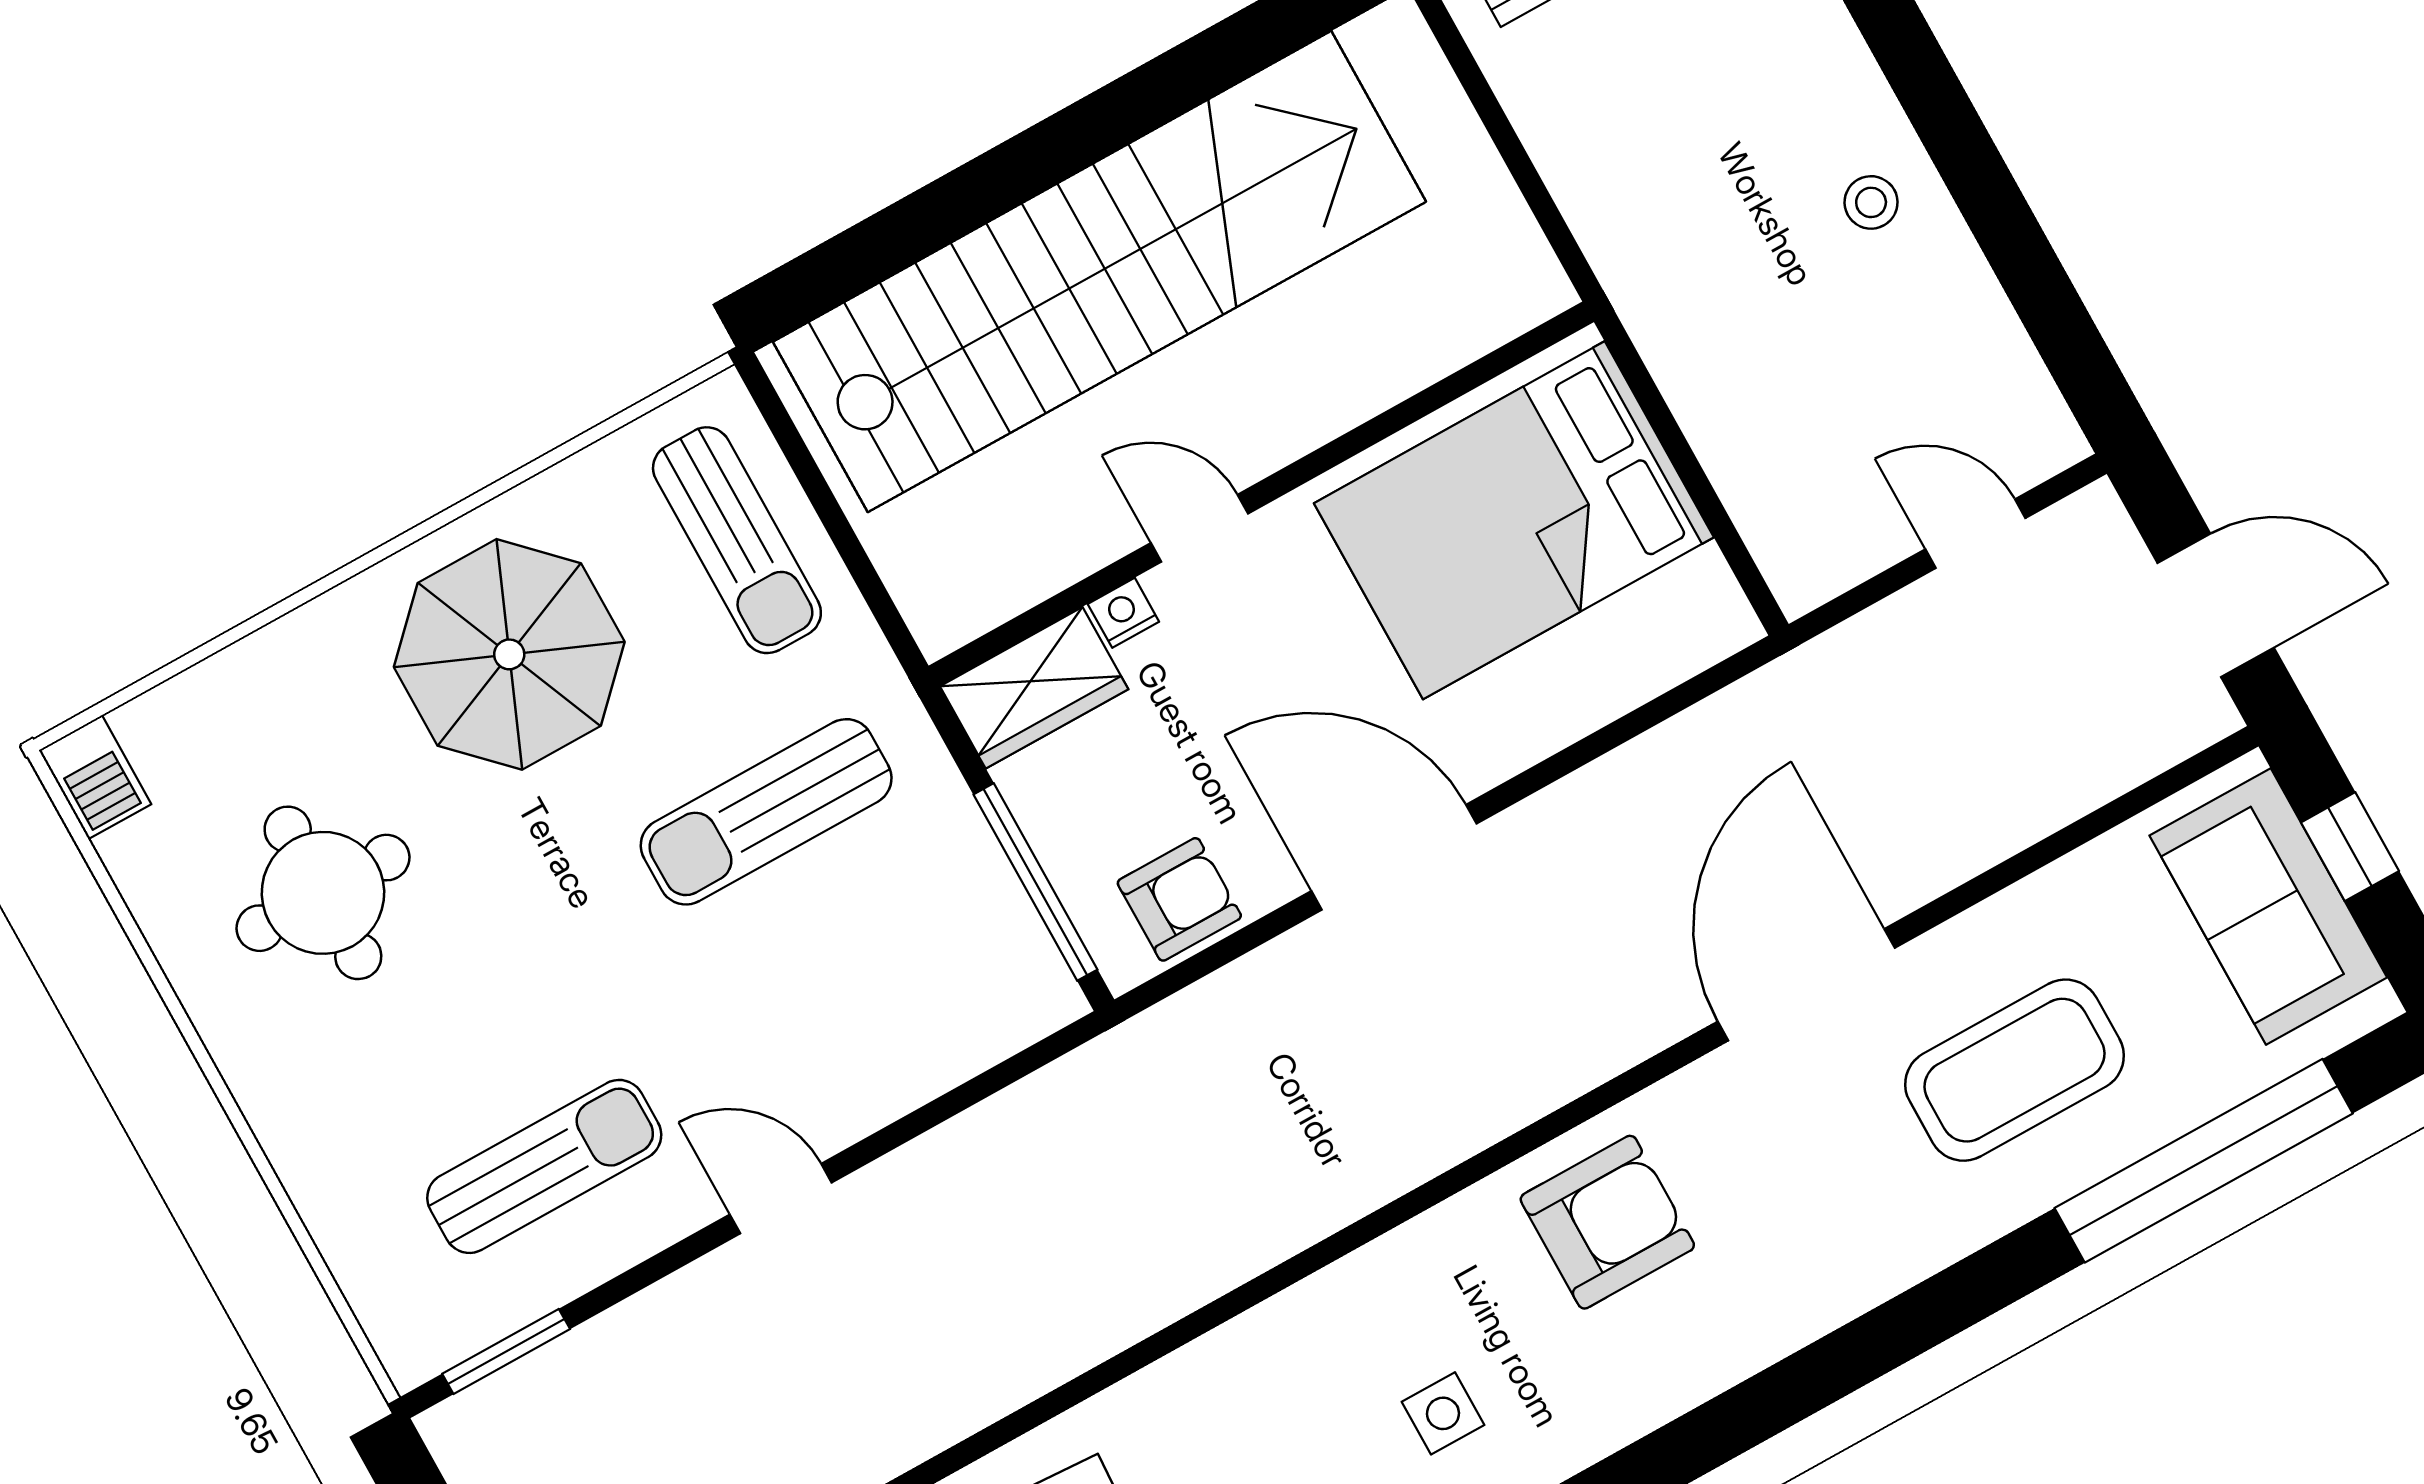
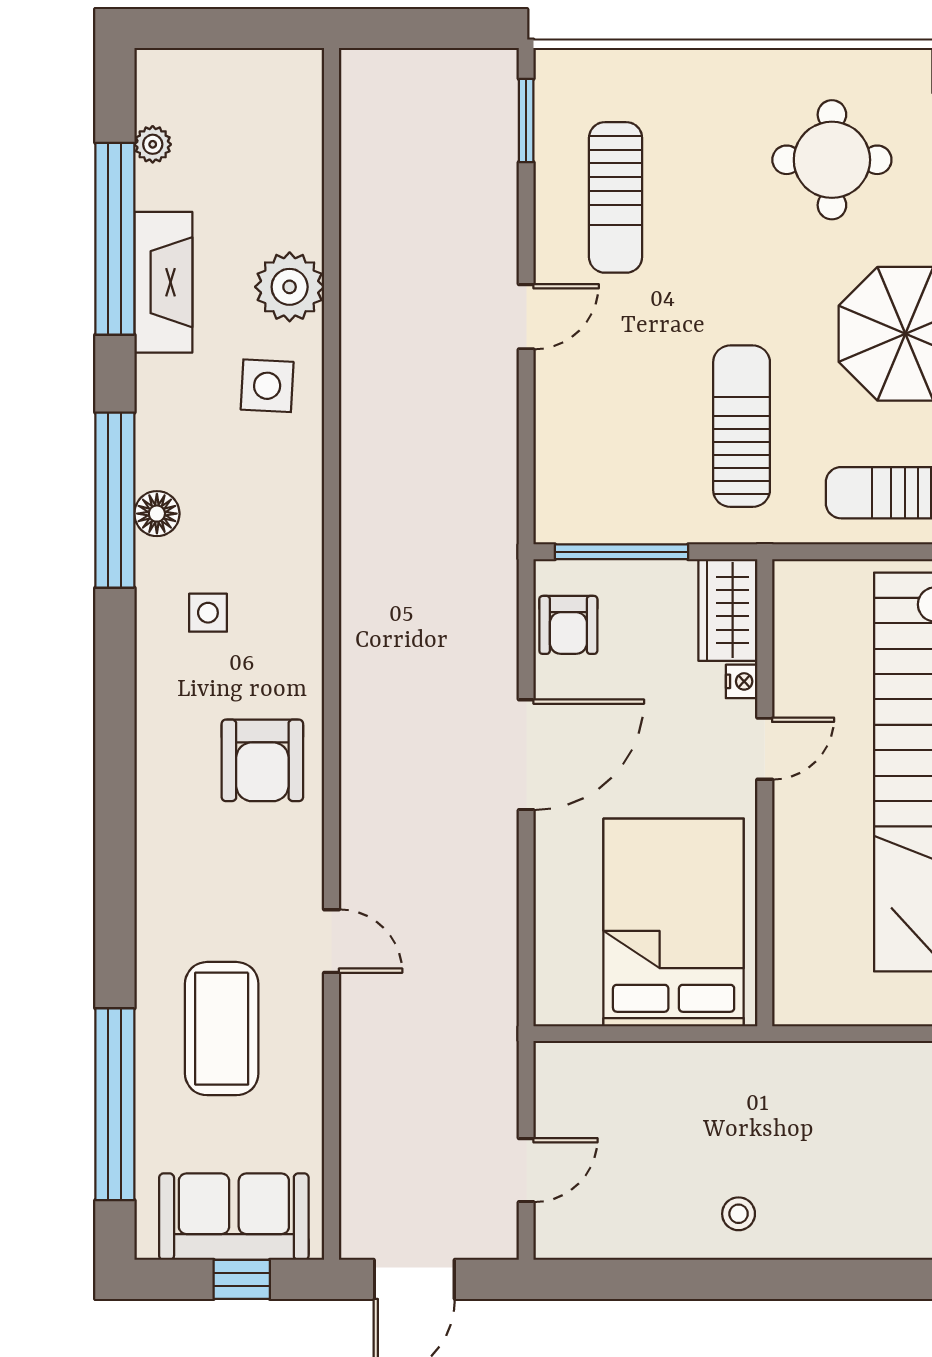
door: (1806, 985) -> (331, 941), width x0.53

